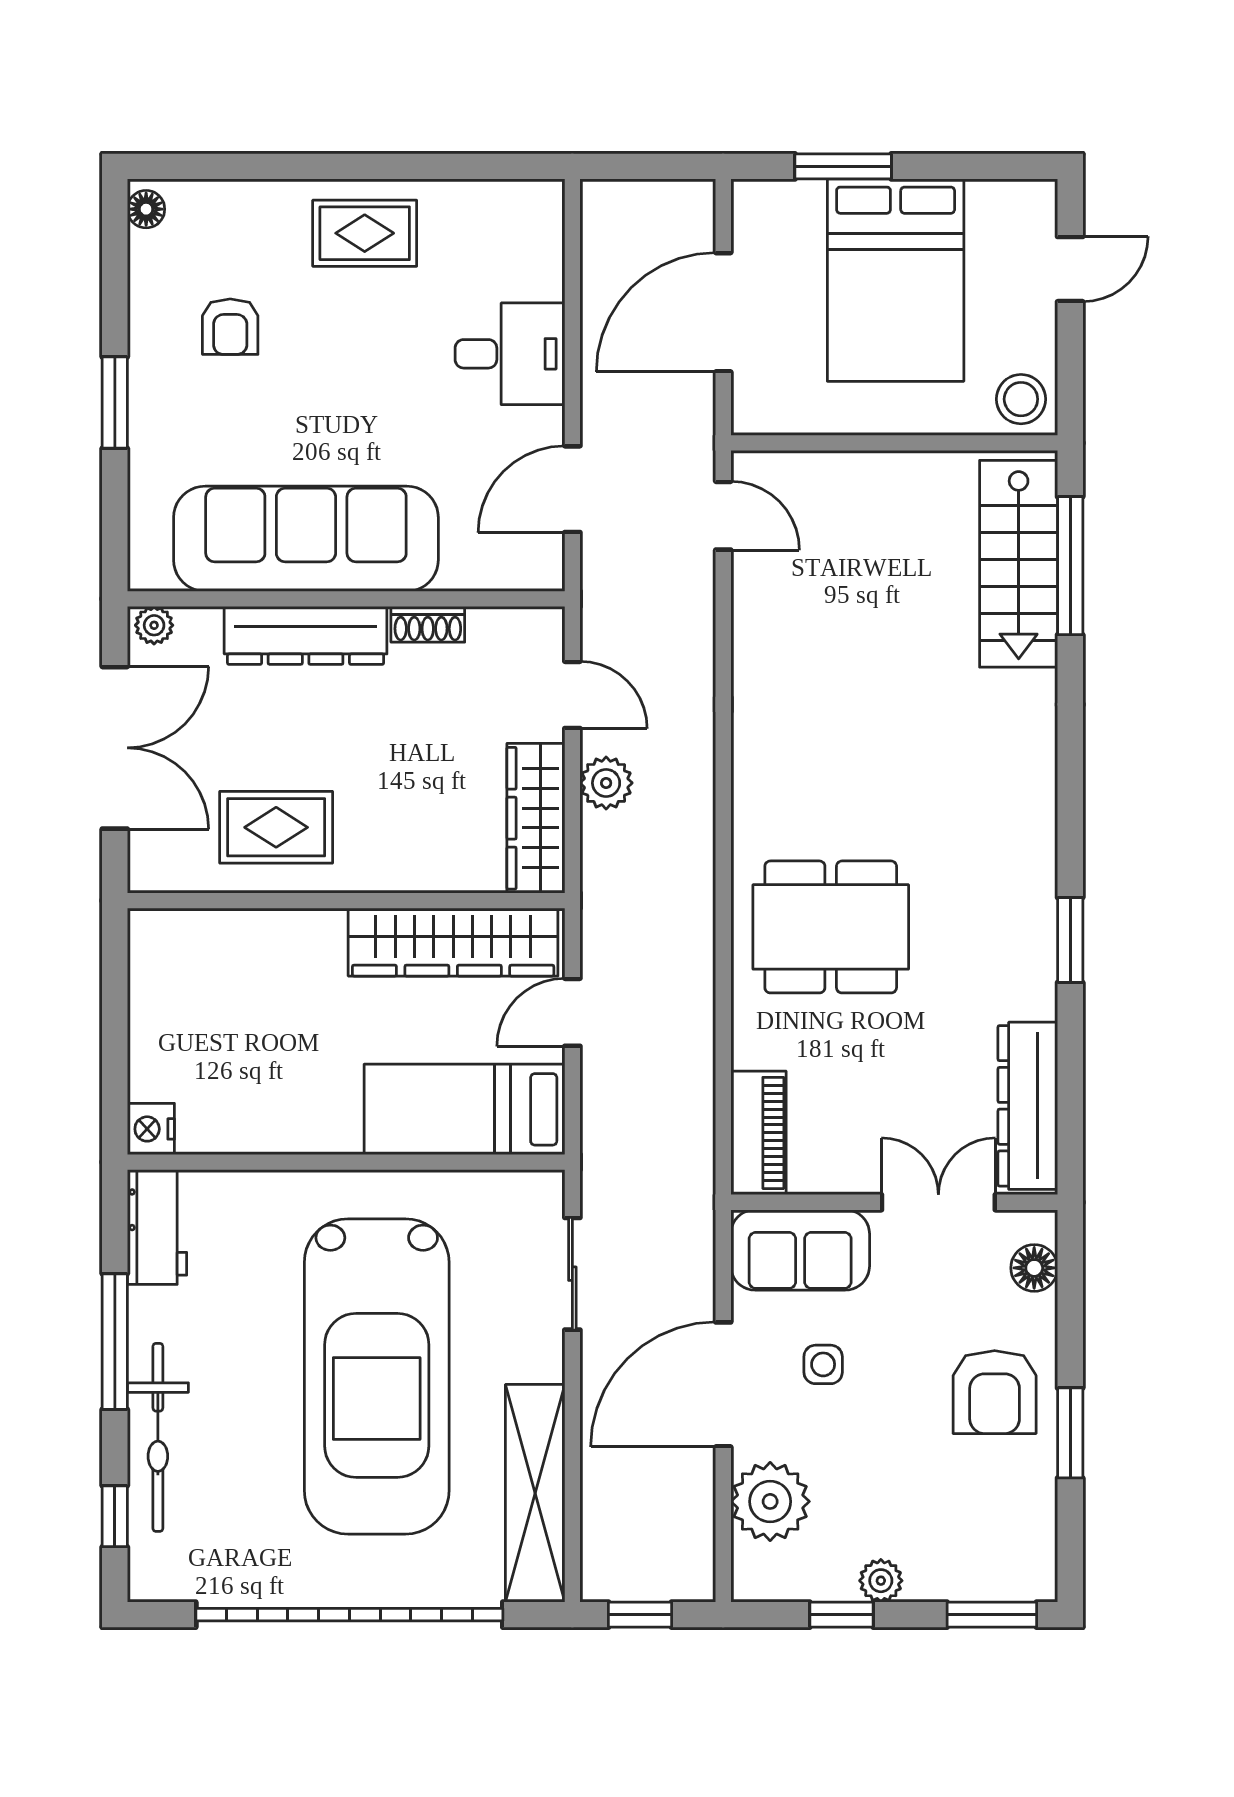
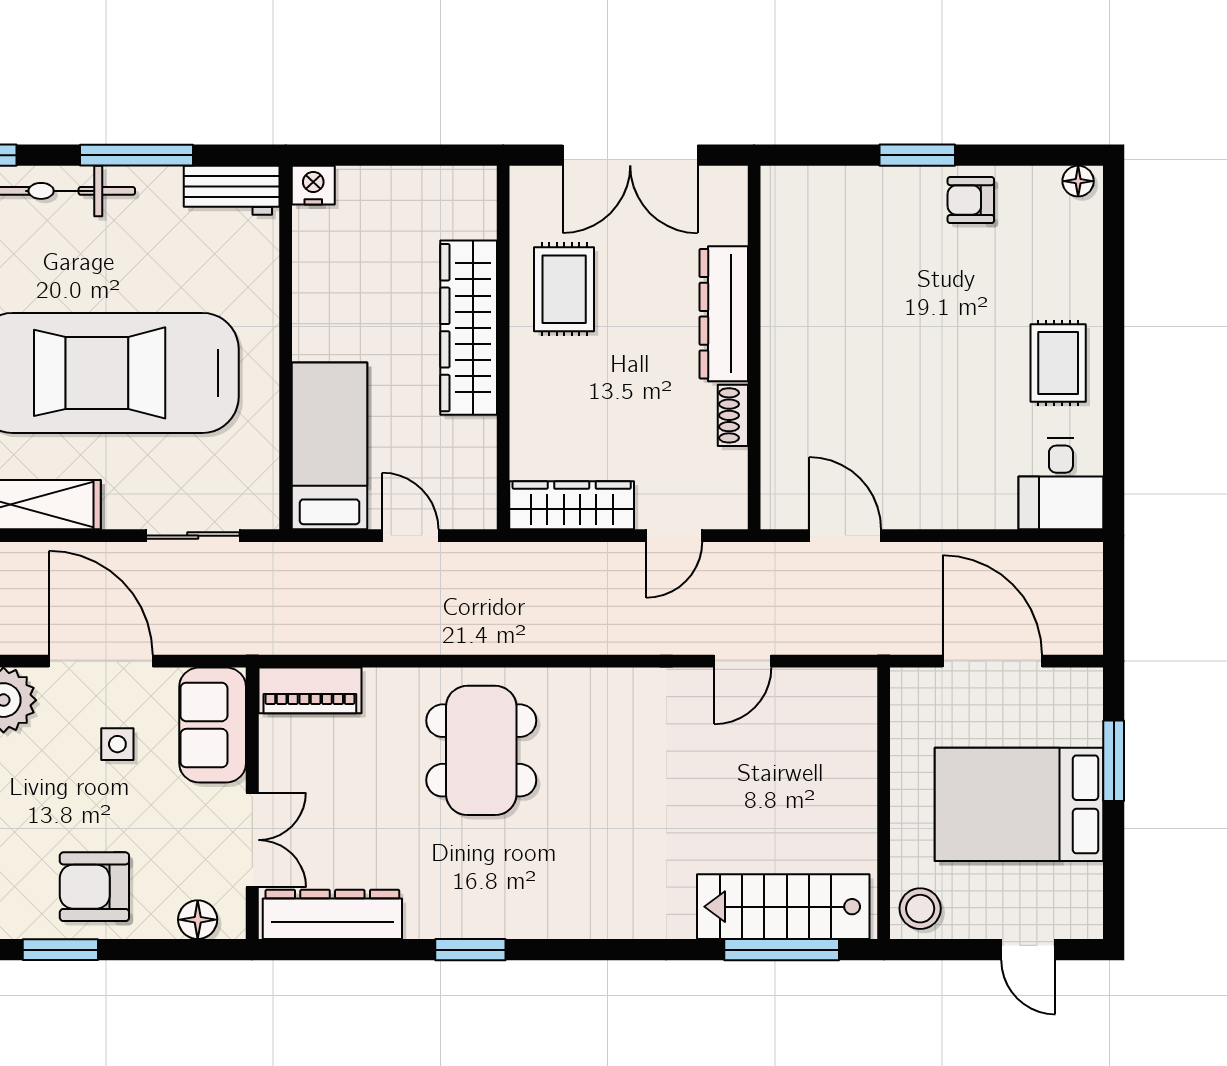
armchair: (230, 327) -> (971, 200), moved
desk: (510, 354) -> (1061, 484), moved
door: (723, 516) -> (743, 661), moved
sofa: (306, 539) -> (804, 314), removed
plant: (154, 625) -> (732, 188), removed
plant: (606, 783) -> (601, 564), removed
wardrobe: (453, 942) -> (469, 328), moved

